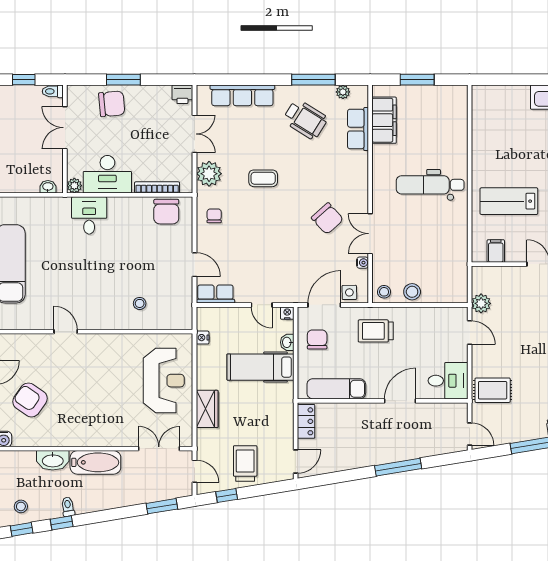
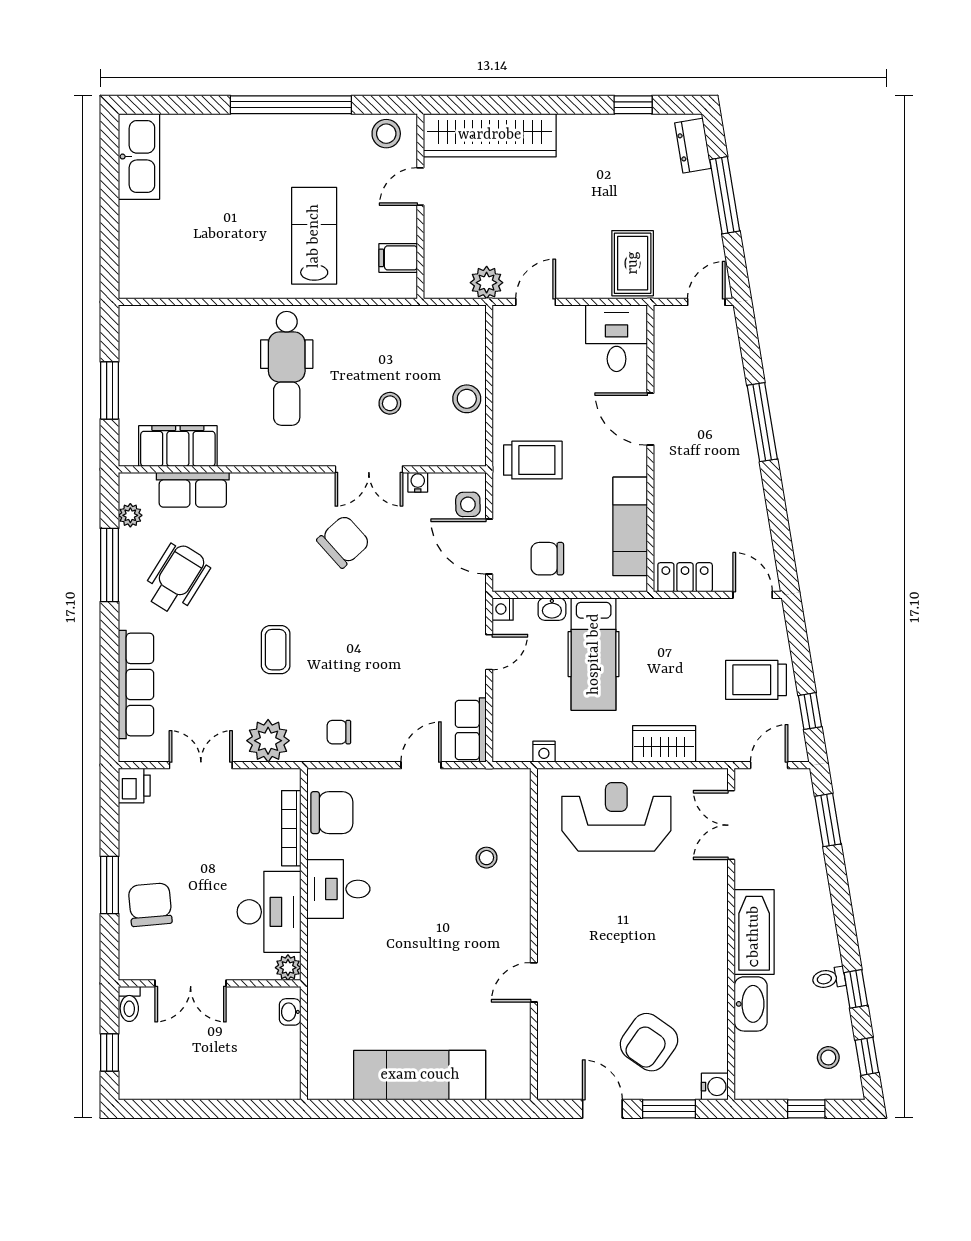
lab bench: (509, 201) -> (314, 236), turned 180
desk: (89, 215) -> (338, 889), moved
stool: (384, 292) -> (390, 403), moved
trolley: (376, 331) -> (533, 460), turned -90

